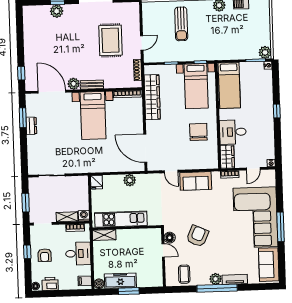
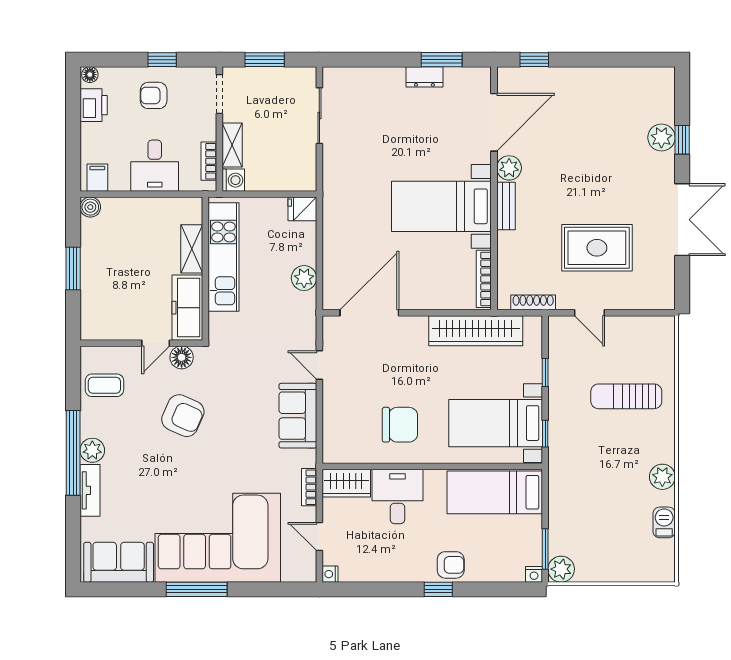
armchair: (265, 105) -> (451, 565), added
door: (171, 171) -> (319, 365), hinge flipped
shelving: (104, 235) -> (192, 249), moved
freezer: (120, 281) -> (187, 308), moved, turned 180

